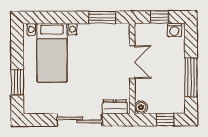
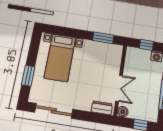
double door: (132, 62) -> (119, 88), moved
sliding door: (80, 120) -> (54, 111), moved

